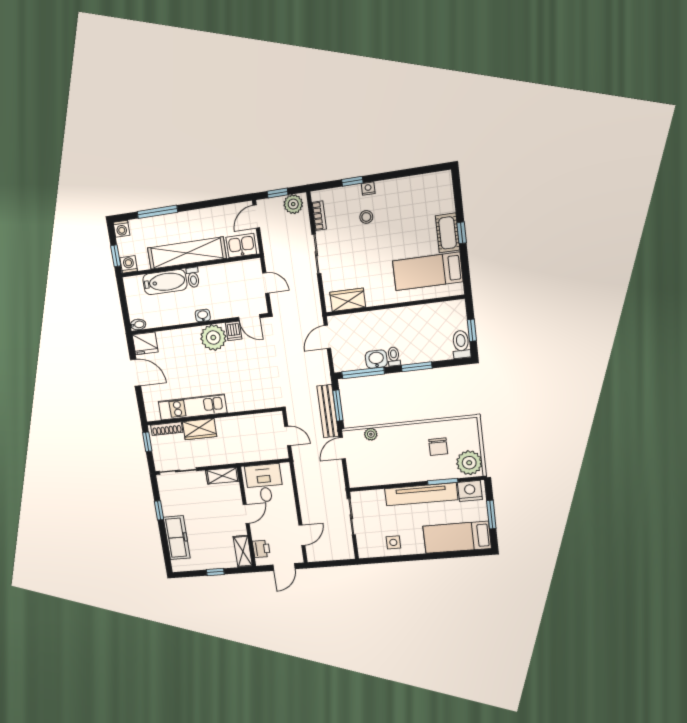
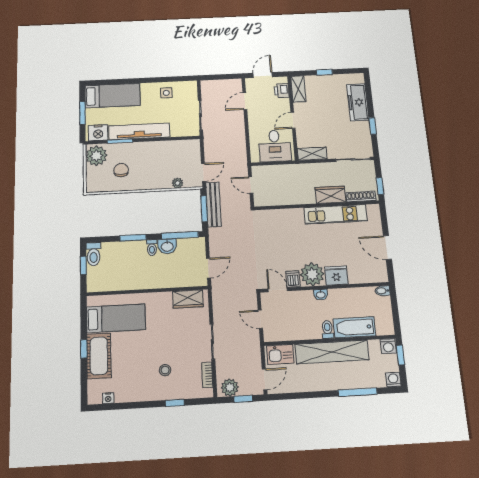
nightstand: (368, 189) -> (108, 398), moved
cot: (448, 233) -> (99, 356), width x1.37, depth x1.34
fridge: (145, 343) -> (336, 276), moved

